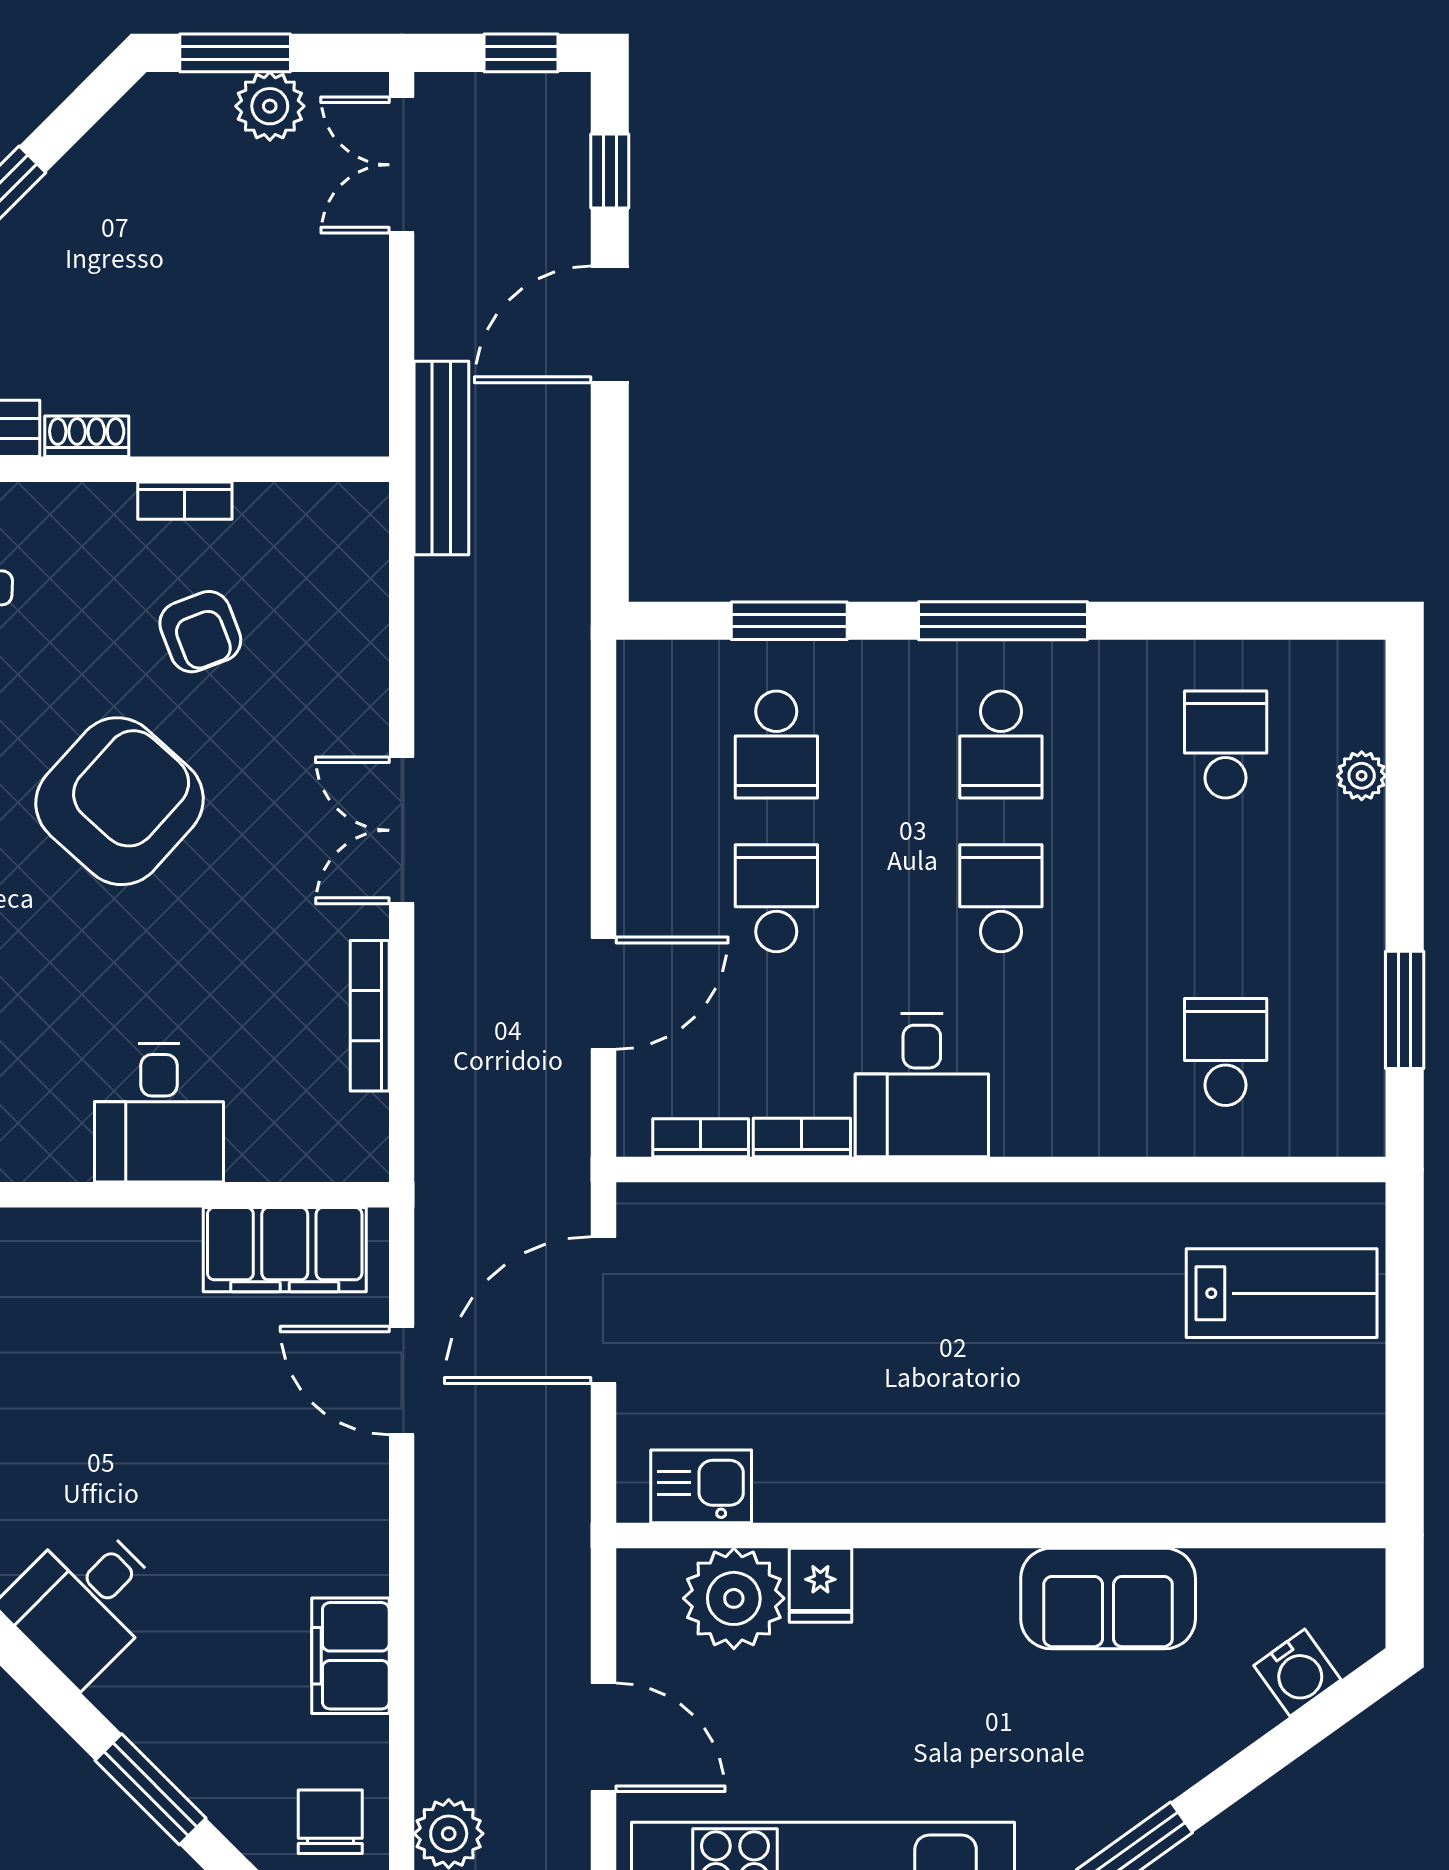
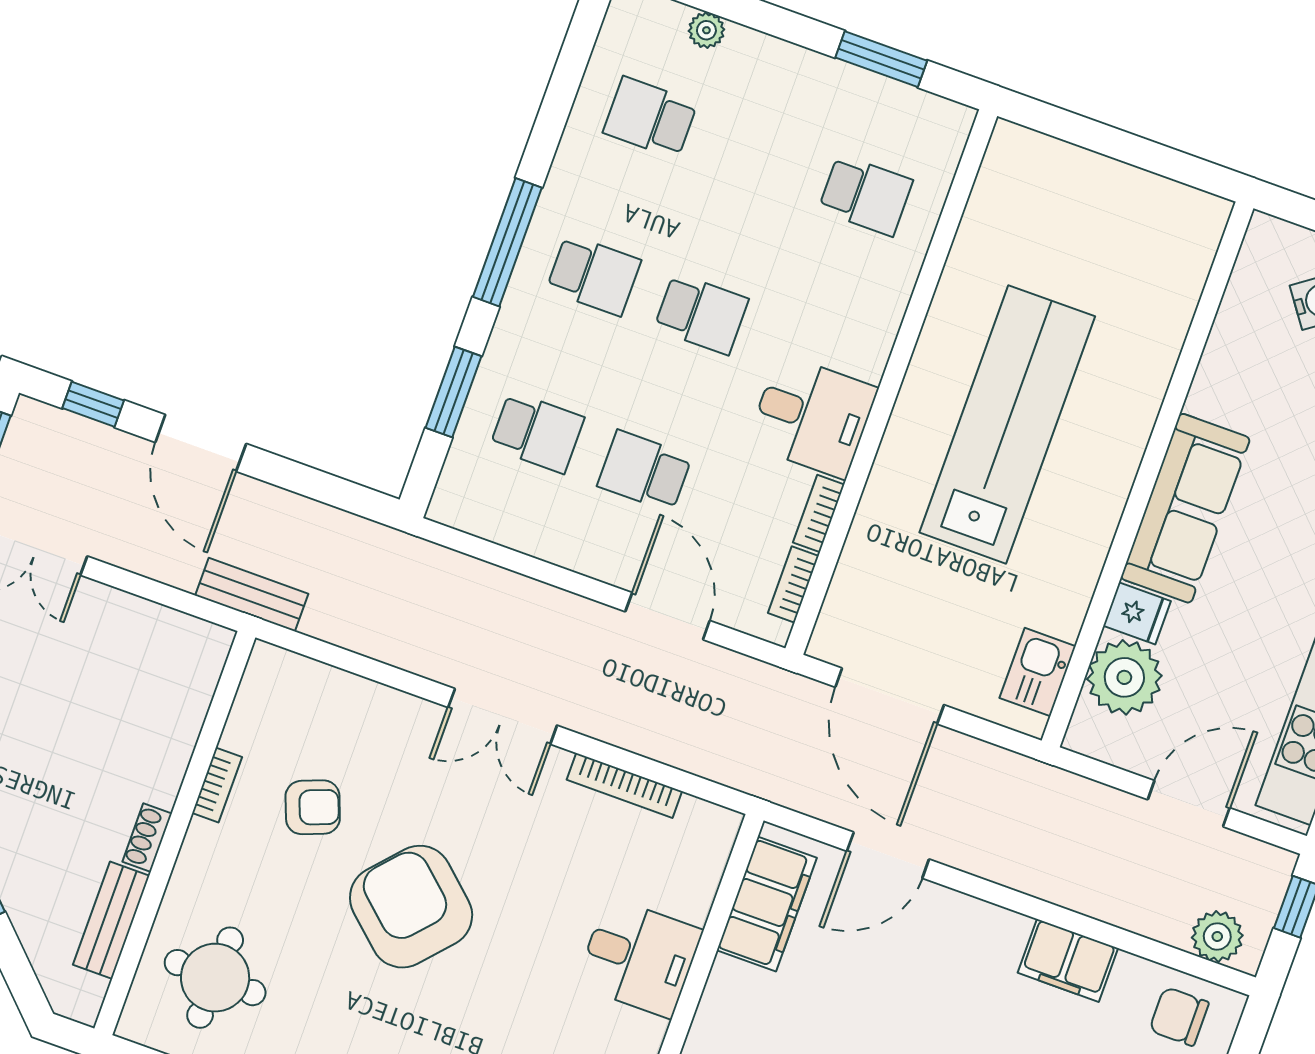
bench: (441, 458) -> (252, 595), width x0.73
school desk: (1001, 898) -> (701, 314), turned 180
school desk: (1226, 1052) -> (866, 195), turned 180
lab bench: (1282, 1293) -> (1007, 424), moved, width x1.86, depth x1.39
sofa: (1108, 1598) -> (1185, 508), moved, width x1.36

